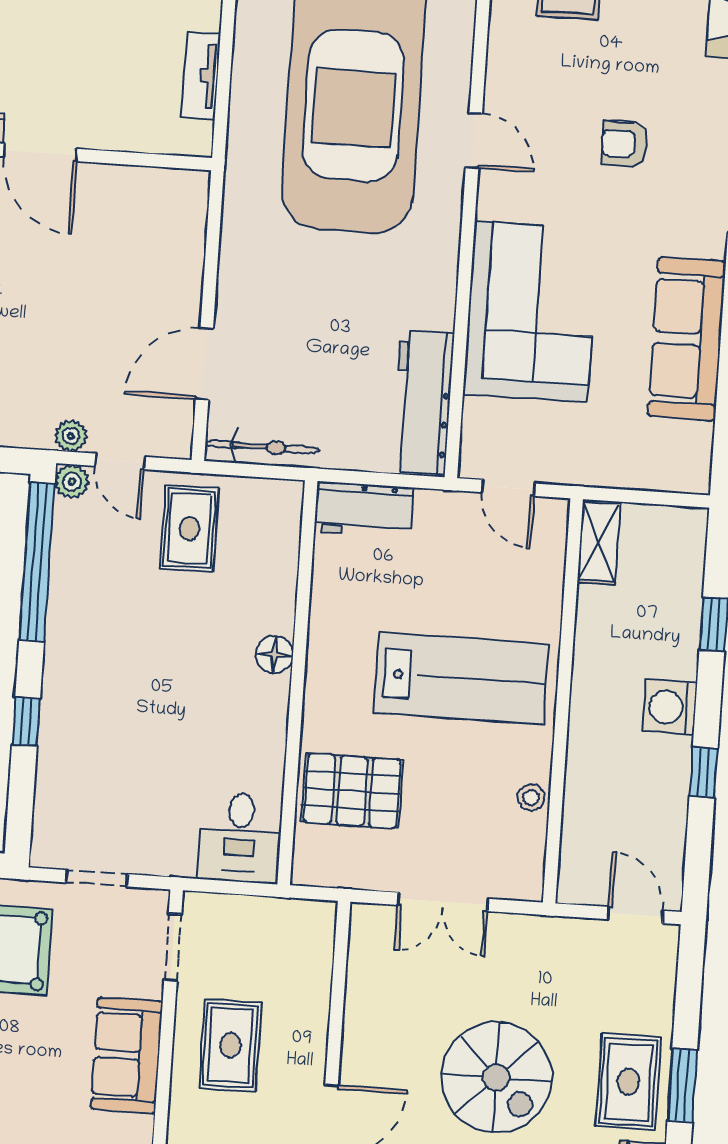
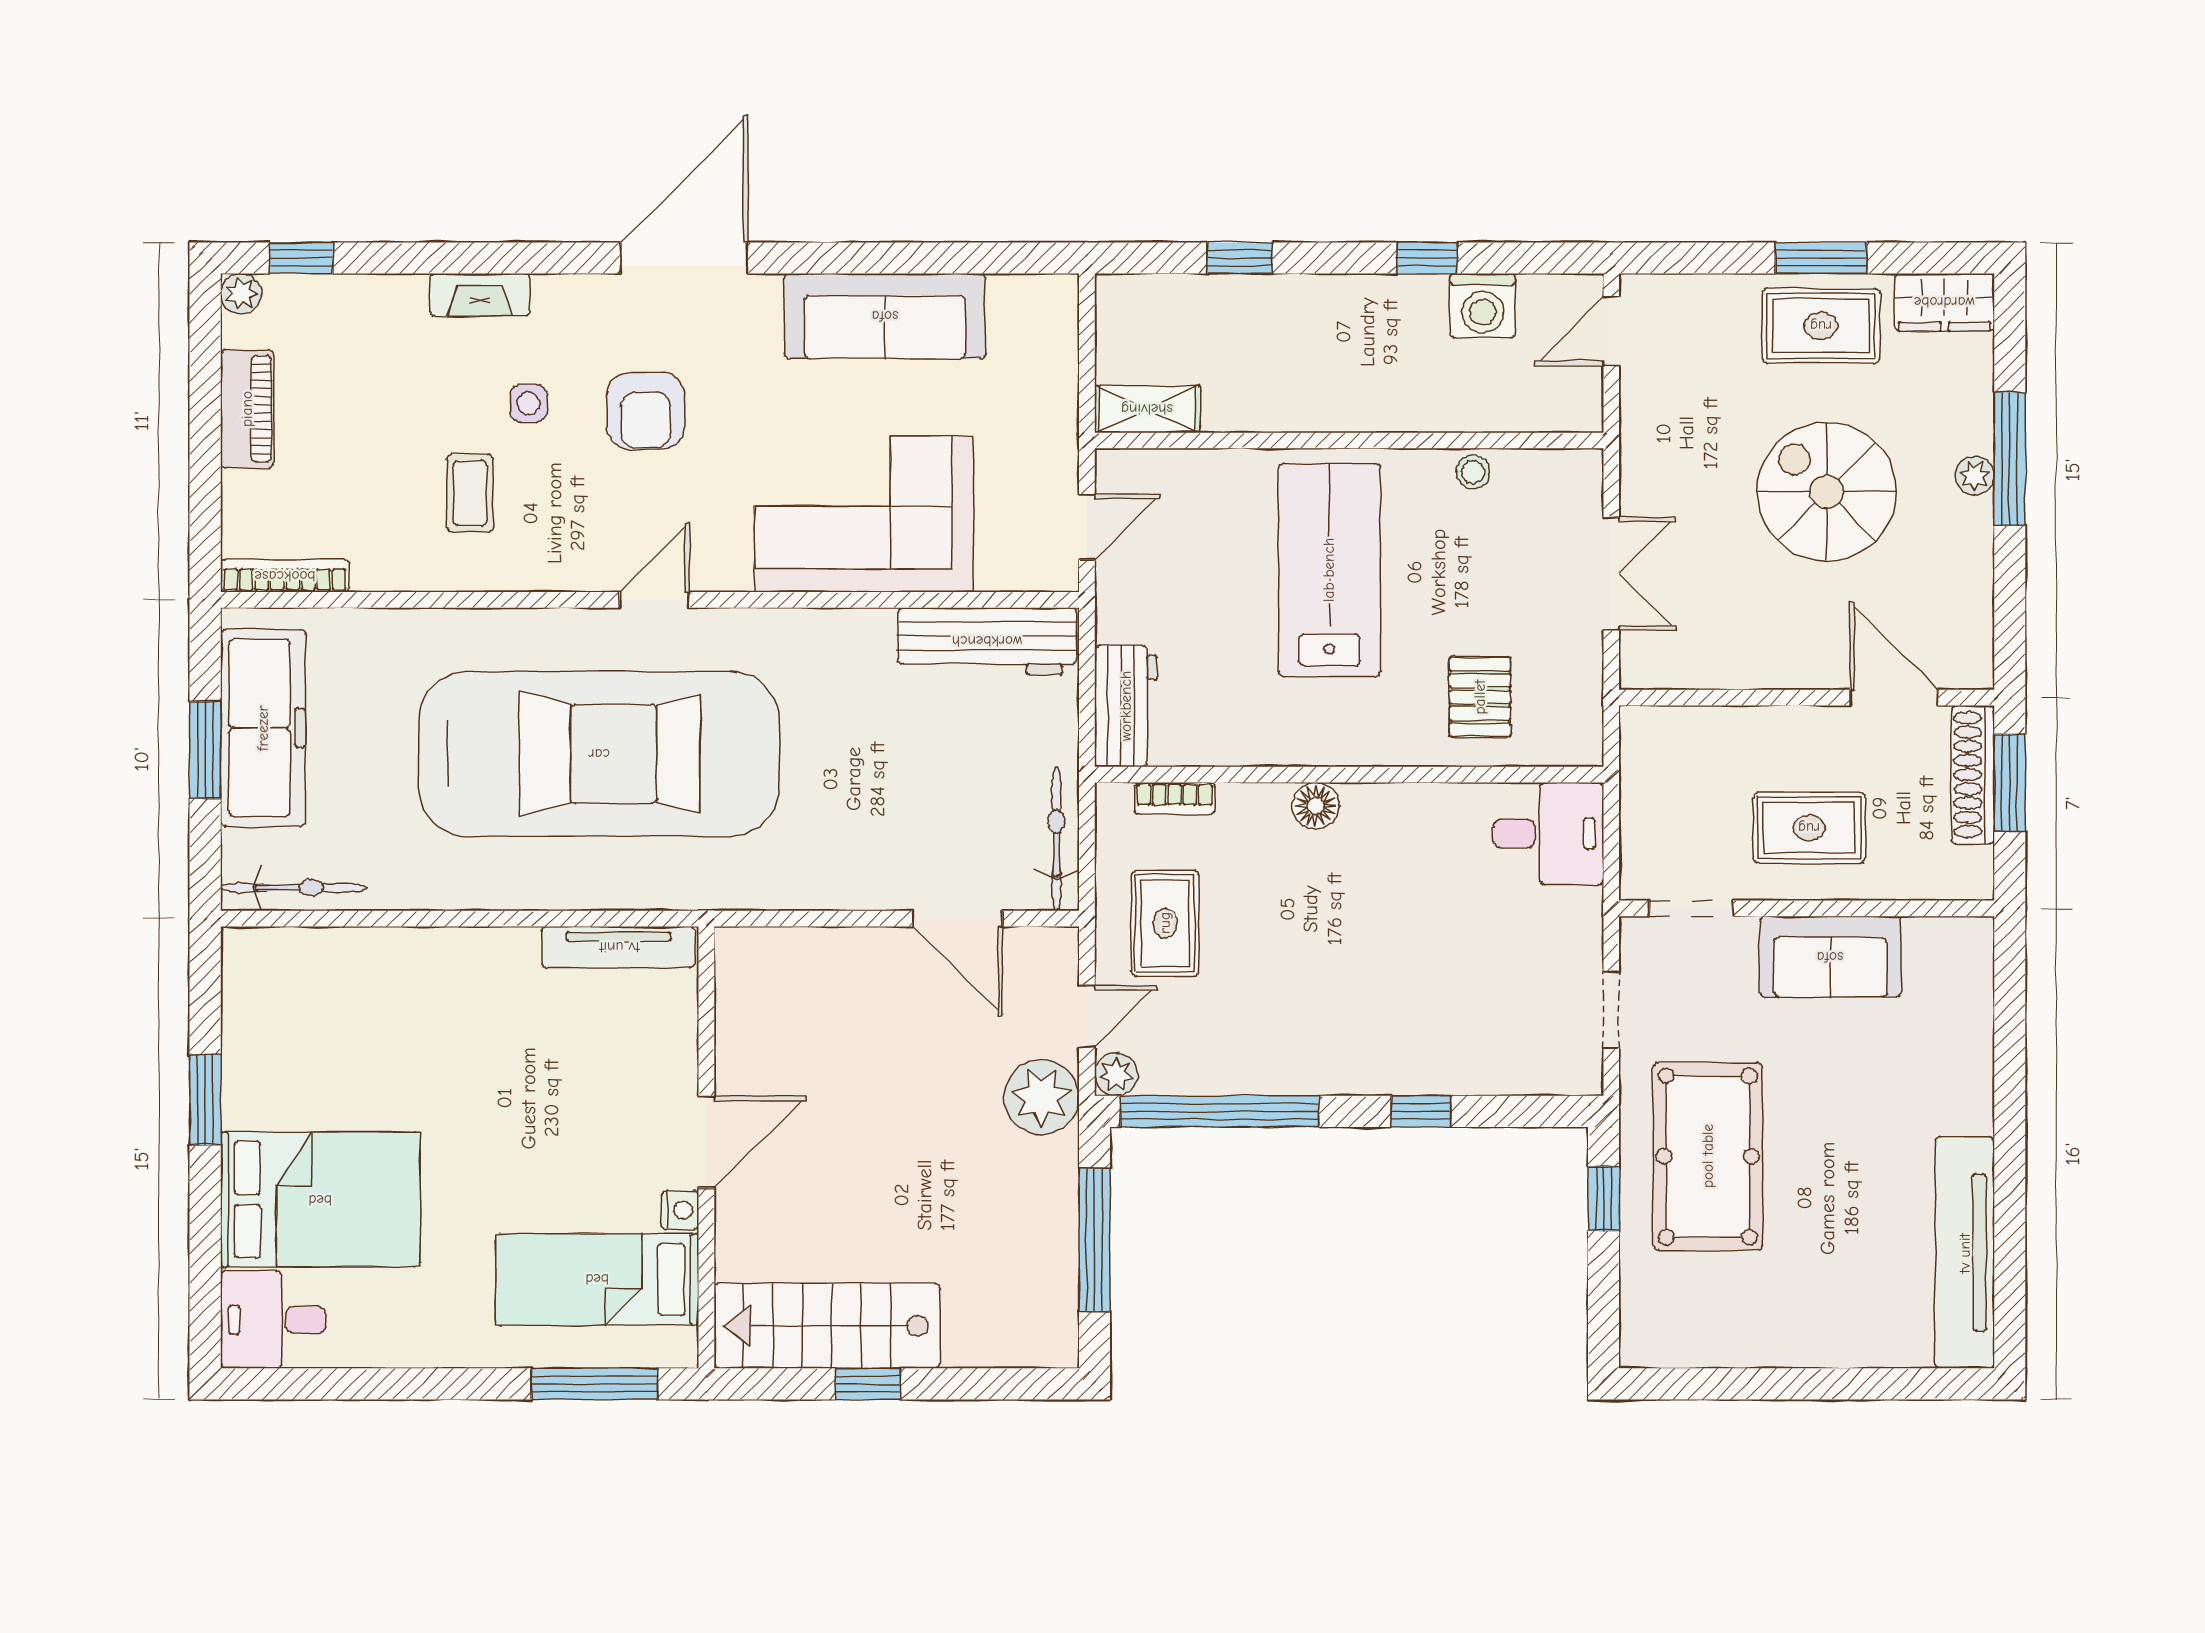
side table: (637, 51) -> (529, 403), added
tv unit: (201, 75) -> (619, 947), width x1.41
armchair: (625, 144) -> (646, 411), width x1.38, depth x1.38
plant: (71, 436) -> (1041, 1097), width x1.88, depth x1.88
rug: (189, 528) -> (1165, 923), turned 90
bookcase: (288, 543) -> (1175, 798), added
washing machine: (670, 707) -> (1483, 306), moved
pallet: (352, 791) -> (1480, 697), width x0.67, depth x0.71
spiral stairs: (496, 1077) -> (1827, 492), turned -90

